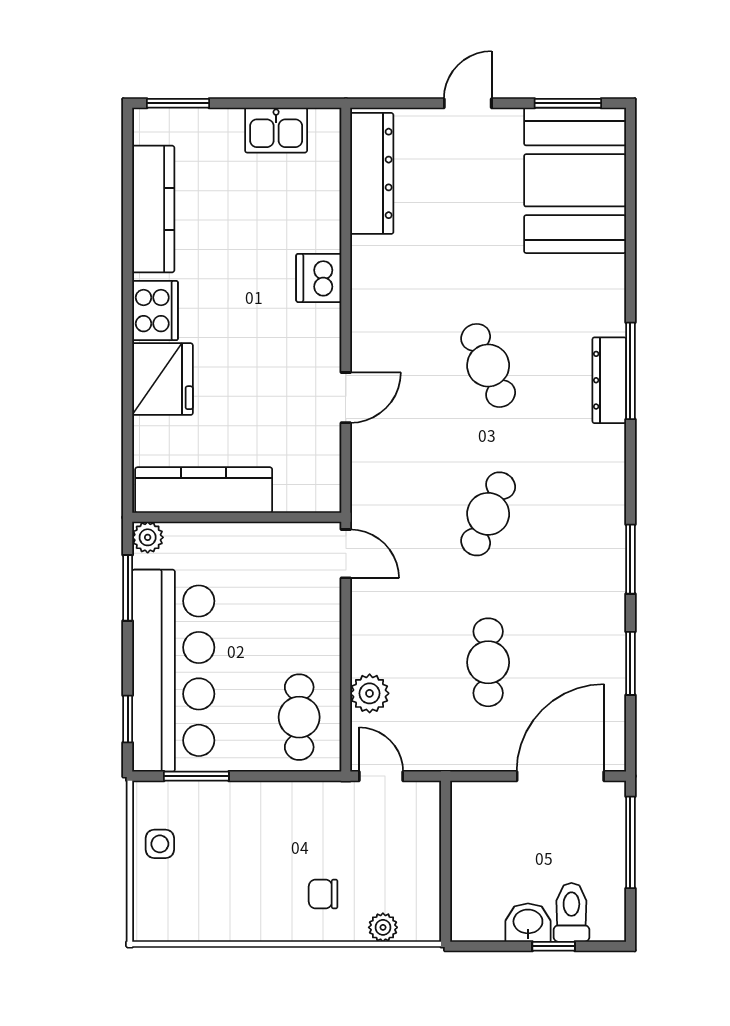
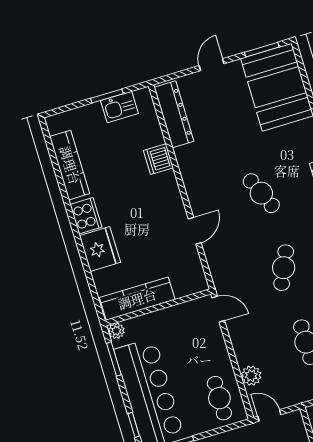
window: (178, 103) -> (107, 96), moved
dishwasher: (319, 278) -> (158, 159), moved

